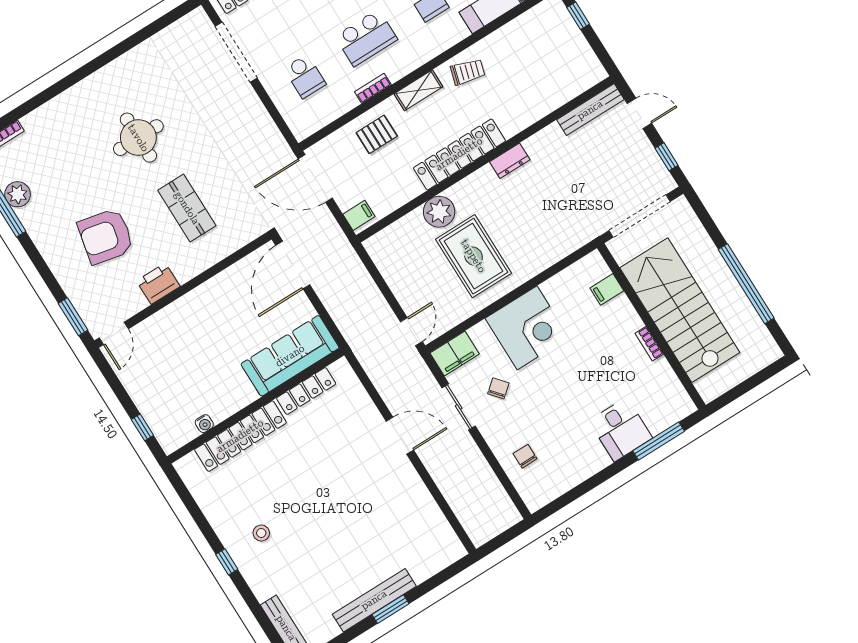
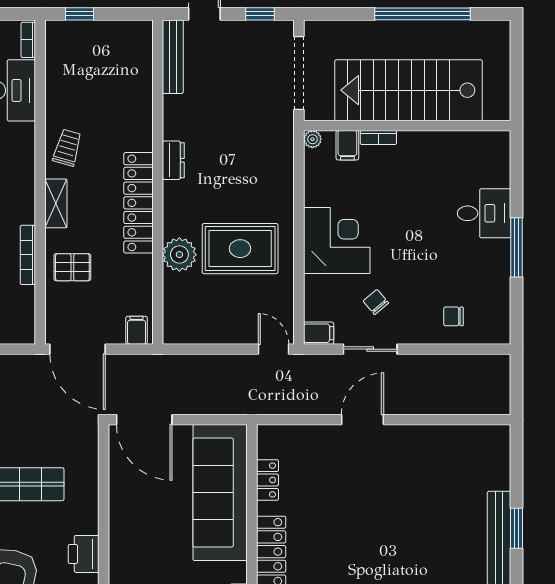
bookcase: (373, 88) -> (28, 255), width x1.56
pallet: (377, 134) -> (72, 267), turned 90
door: (315, 178) -> (78, 349), hinge flipped
plant: (594, 259) -> (312, 139), added
bookcase: (649, 344) -> (378, 138), moved
filing cabinet: (455, 353) -> (319, 333), width x0.50
sofa: (290, 356) -> (220, 493), width x1.36, depth x1.27
locker: (306, 391) -> (268, 480), width x0.66
window: (659, 441) -> (517, 247), moved

